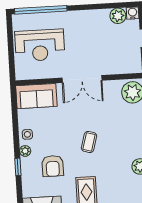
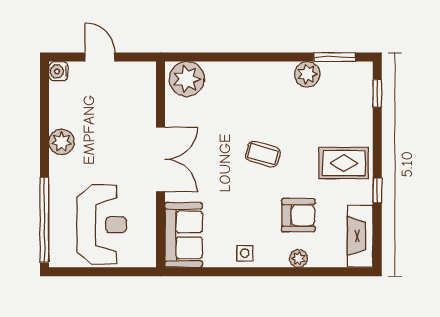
plant: (118, 16) -> (62, 142), moved
plant: (25, 151) -> (298, 258), moved
window: (18, 167) -> (296, 272), removed

